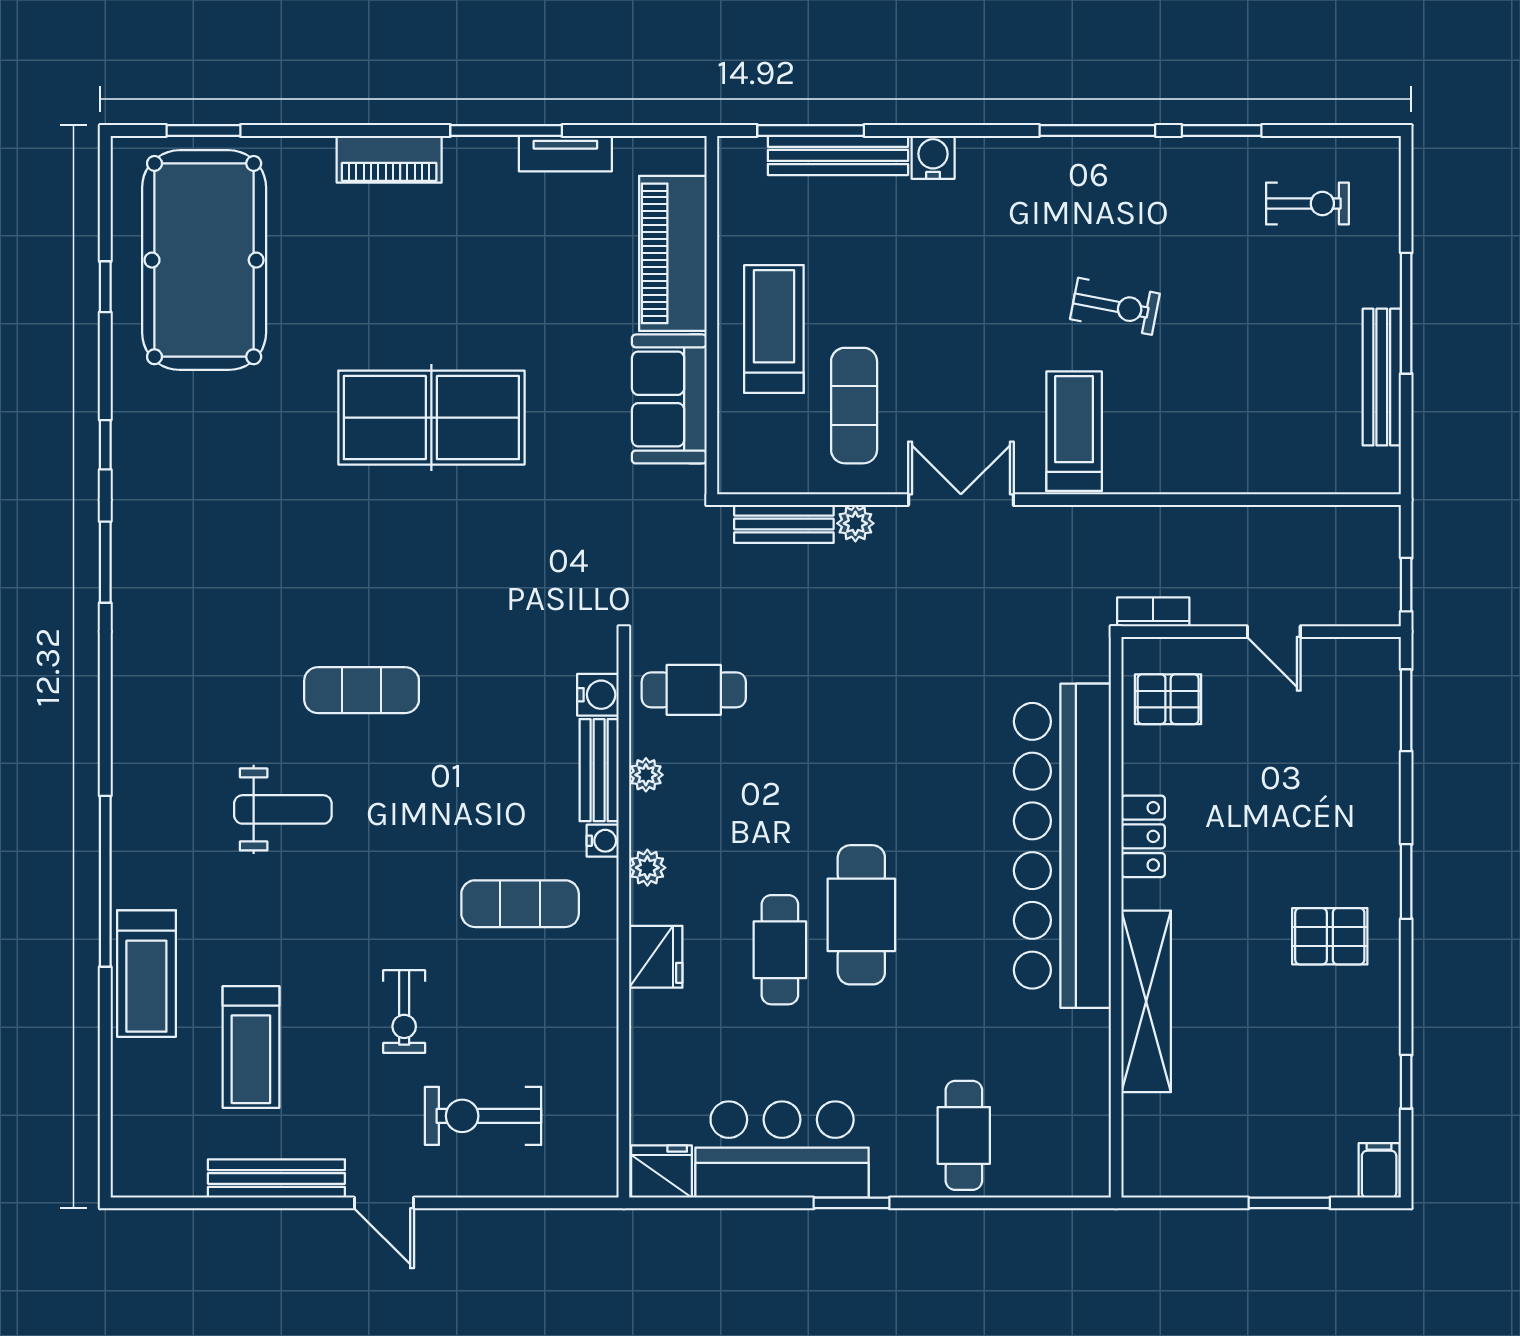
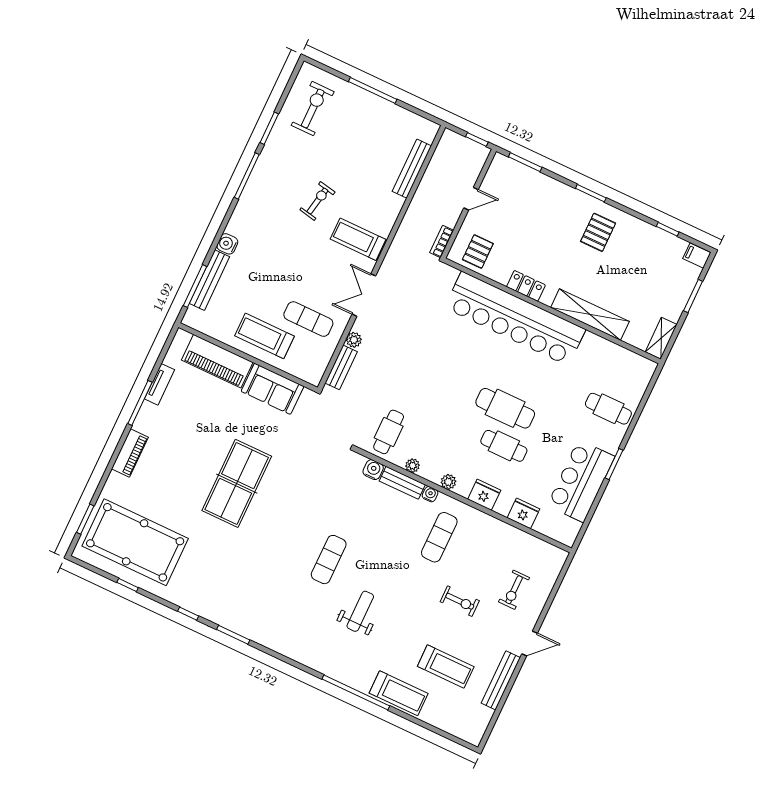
exercise bike: (1307, 203) -> (313, 108), width x1.38, depth x1.39
bench: (1382, 377) -> (412, 169), moved, turned 90
exercise bike: (483, 1116) -> (514, 590), width x0.73, depth x0.72
fridge: (661, 1172) -> (523, 513), moved, turned 90
shelving: (1167, 1177) -> (661, 338), added

